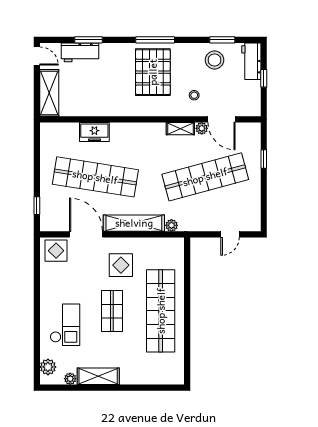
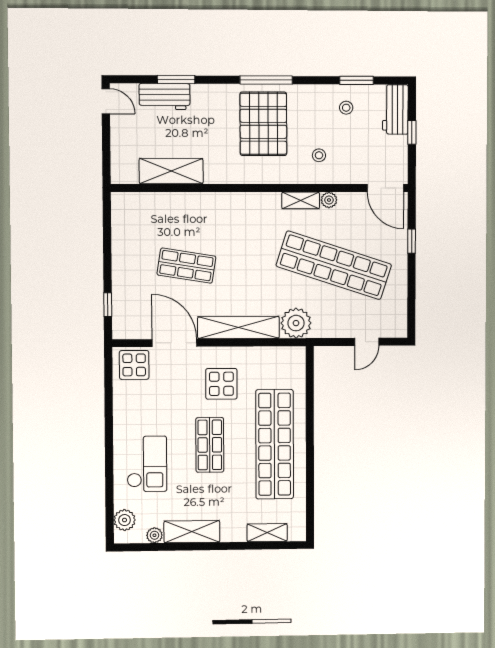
stool: (215, 60) -> (346, 108), width x0.53, depth x0.53
shelving: (49, 93) -> (171, 171), moved, turned 90
door: (222, 119) -> (385, 188), moved
freezer: (94, 132) -> (185, 205), removed
shop shelf: (95, 177) -> (186, 266), width x0.50, depth x0.74
shop shelf: (205, 177) -> (334, 265), turned 33
plant: (172, 225) -> (296, 323), width x1.88, depth x1.88
shelving: (155, 378) -> (267, 533), added

